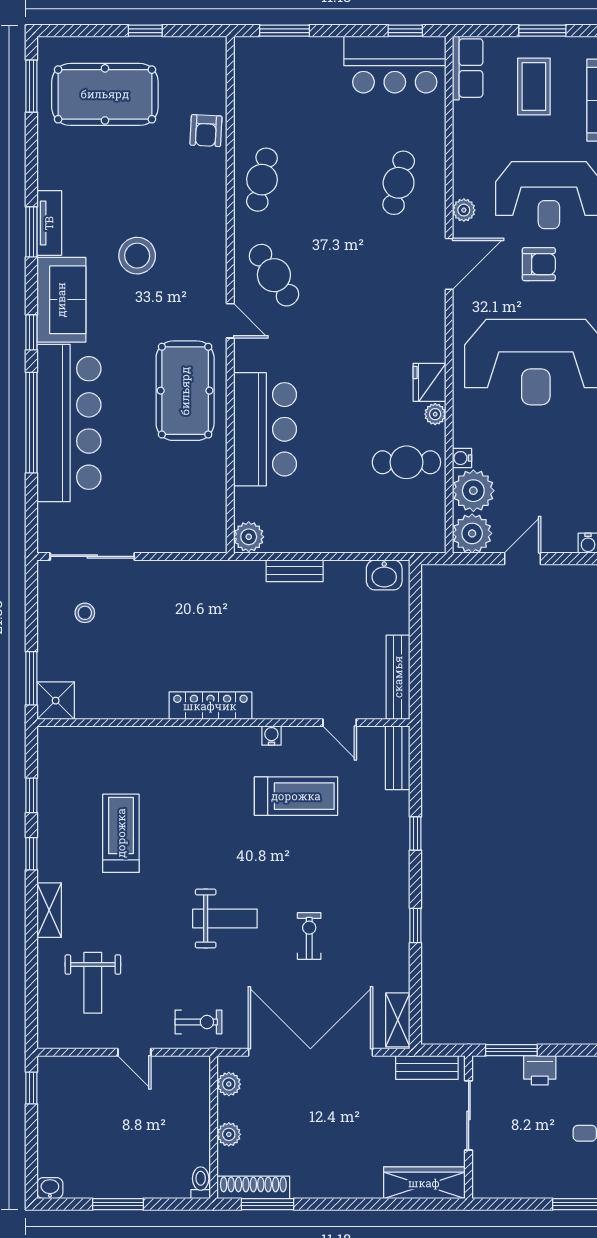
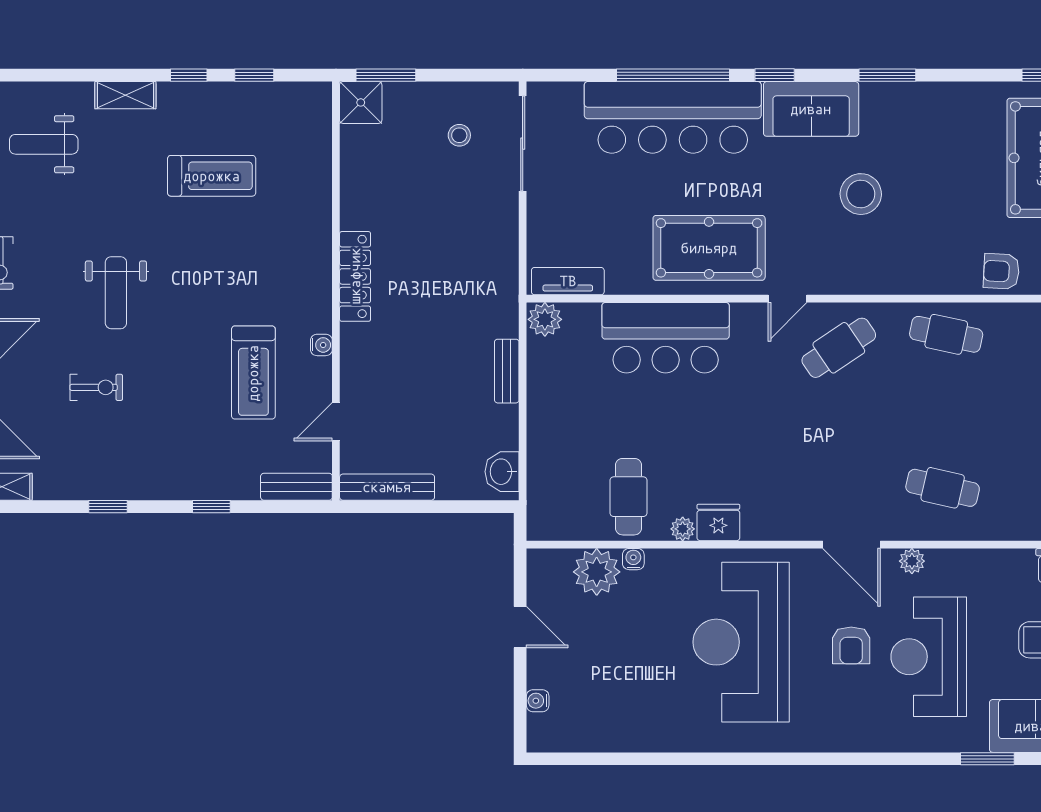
tv unit: (49, 223) -> (568, 281), moved, turned 180
plant: (472, 533) -> (549, 570), removed

